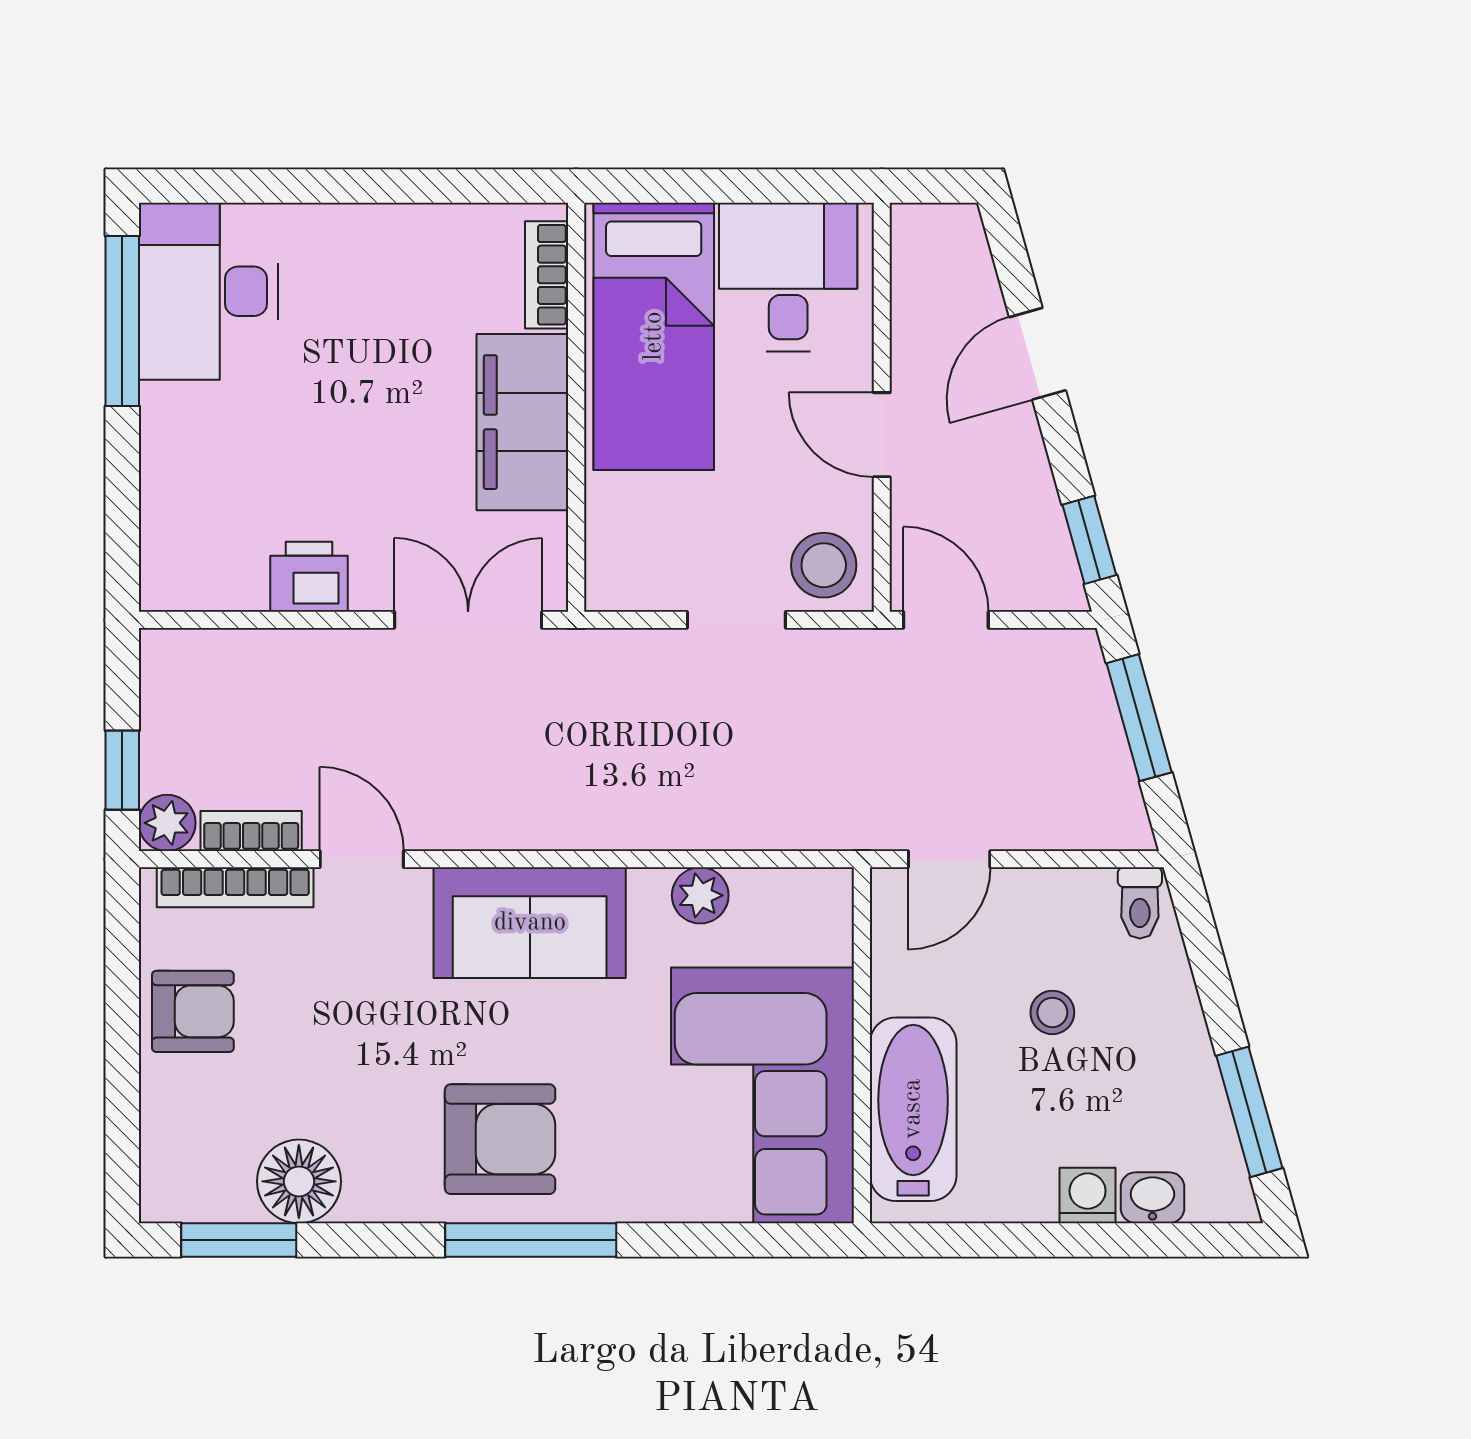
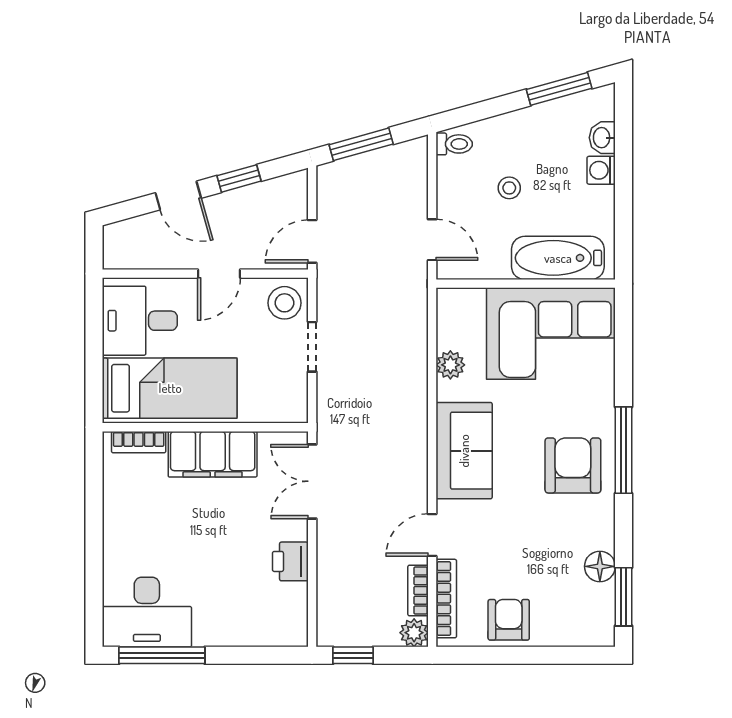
window: (1089, 540) -> (239, 178), moved
window: (122, 770) -> (353, 655), moved
floor lamp: (299, 1181) -> (600, 566), width x0.73, depth x0.73

